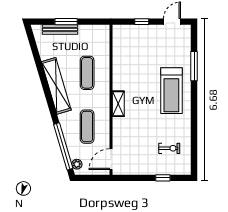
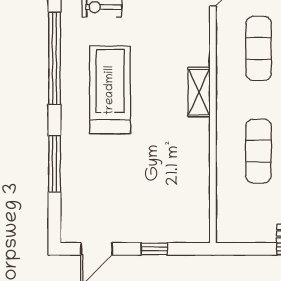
treadmill: (171, 91) -> (110, 90), moved
window: (194, 121) -> (54, 58), added

